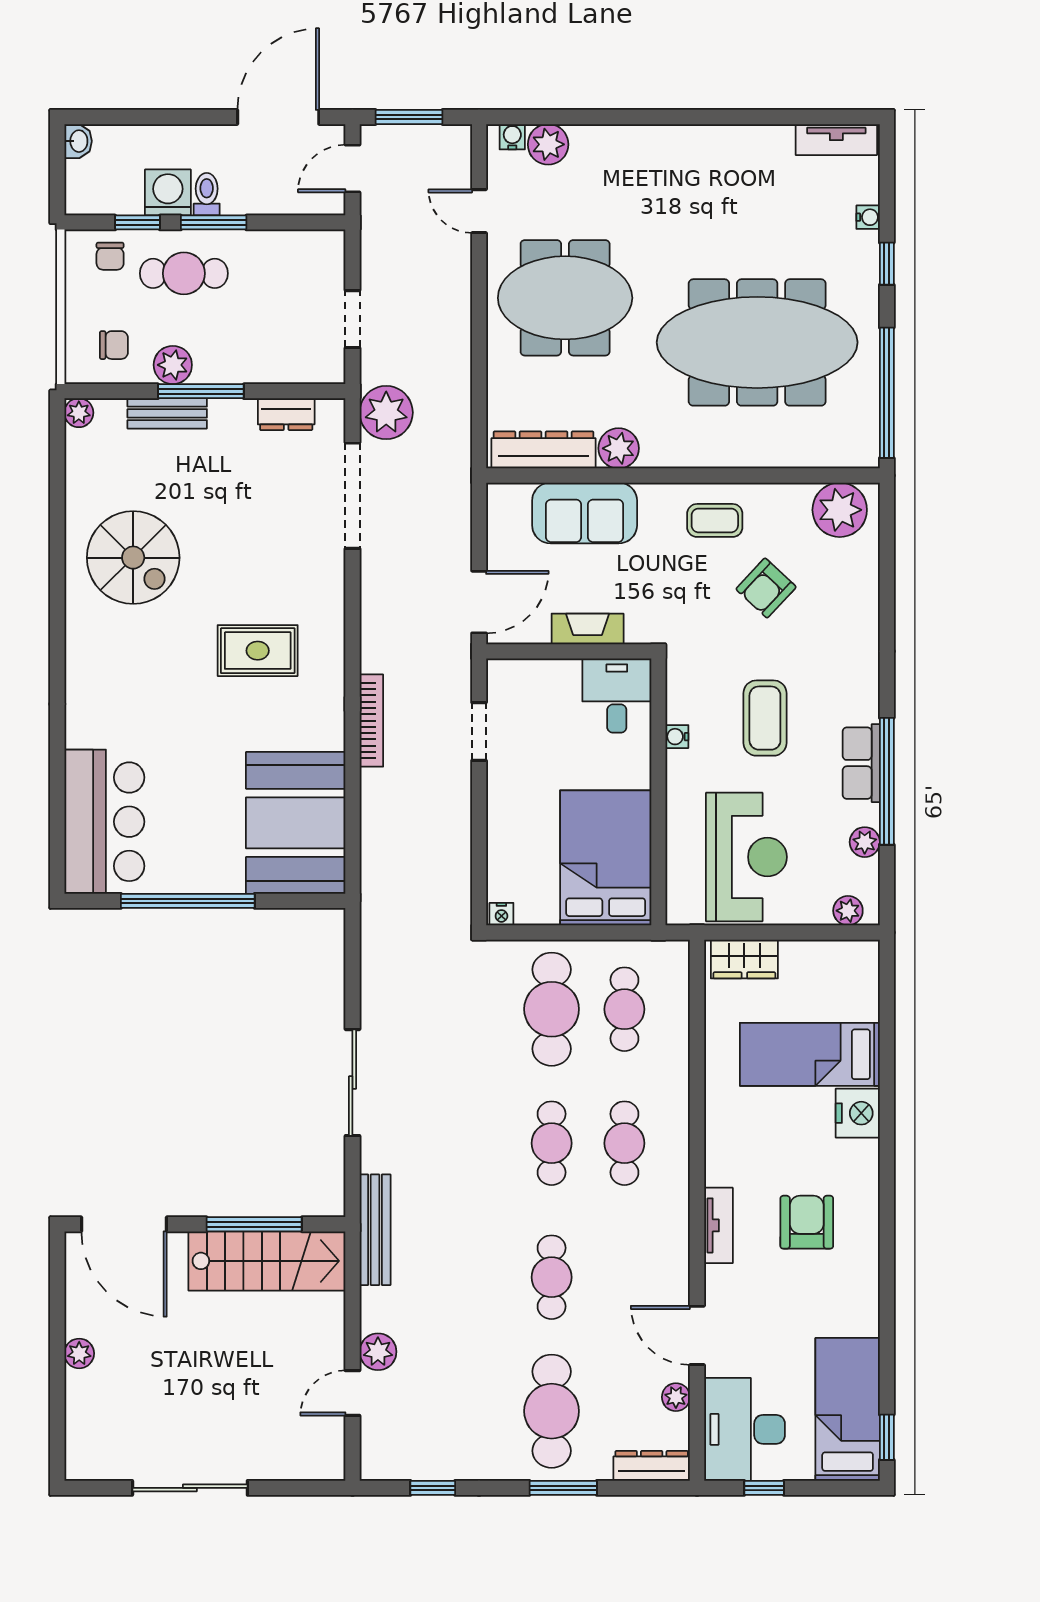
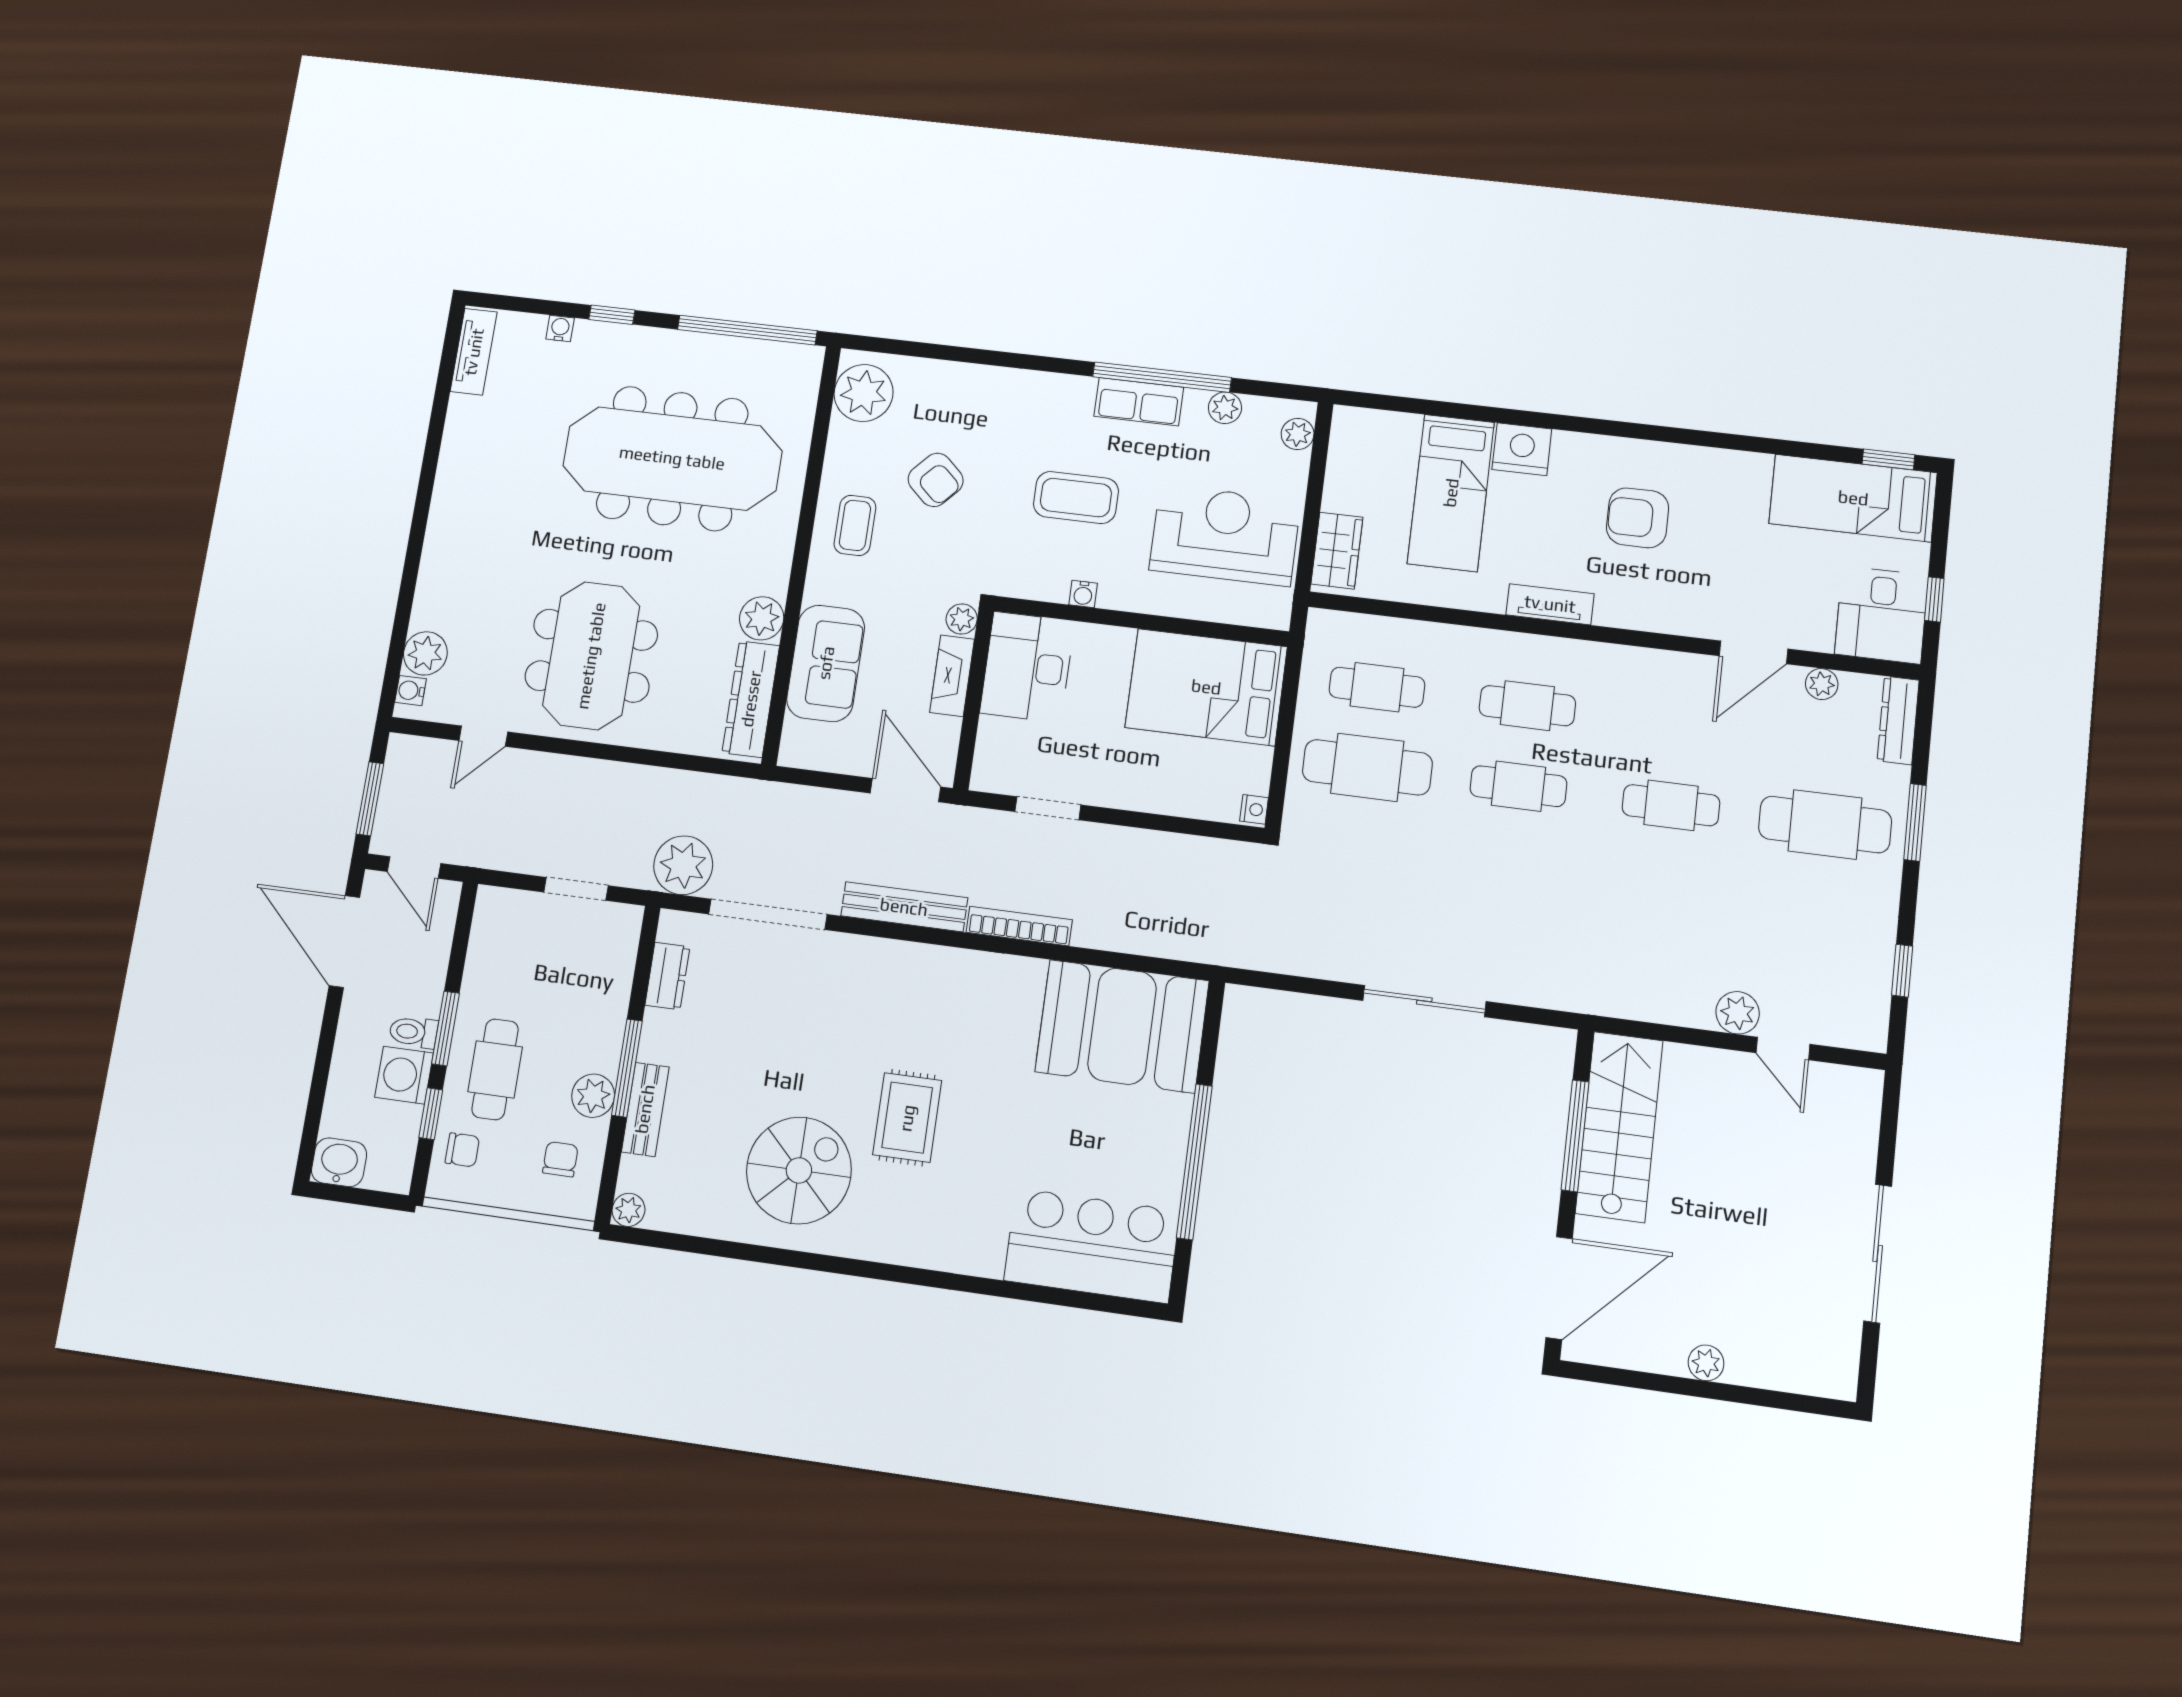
washbasin: (78, 141) -> (339, 1162), width x1.38, depth x1.45
meeting table: (757, 342) -> (672, 458), turned 90
plant: (640, 630) -> (962, 619), added
rug: (258, 651) -> (907, 1118), moved
desk: (617, 696) -> (1027, 667), width x1.37
tv unit: (718, 1225) -> (1550, 604), moved
bench: (375, 1230) -> (904, 907), moved
desk: (744, 1429) -> (1881, 615), width x0.73

